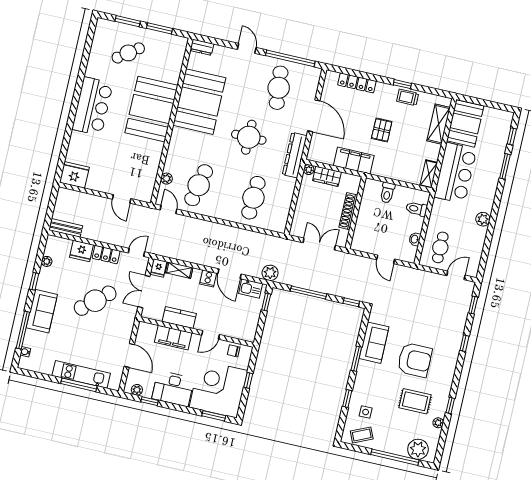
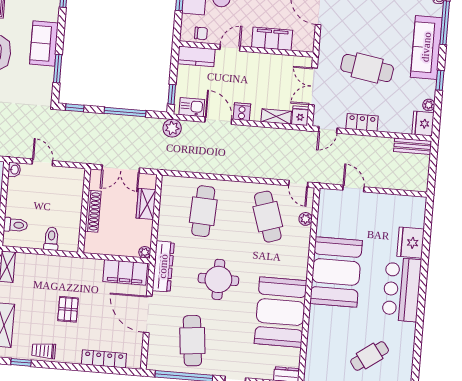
window: (402, 84) -> (21, 362), moved
trolley: (408, 97) -> (44, 351), turned 180
booth: (151, 109) -> (336, 272), moved
filing cabinet: (354, 161) -> (125, 272), moved
fridge: (74, 175) -> (411, 243), moved, turned 90
wardrobe: (327, 176) -> (146, 204), moved, turned -90
cafe table: (199, 185) -> (268, 217), turned -30
washbasin: (415, 239) -> (14, 170), moved
fridge: (81, 251) -> (423, 124), moved, turned -90
double door: (144, 292) -> (313, 86), swing flipped
cafe table: (95, 301) -> (367, 68), turned 50
sofa: (42, 311) -> (426, 47), width x1.36
kitchen counter: (179, 318) -> (196, 56), moved
sofa: (374, 343) -> (44, 44), moved
window: (356, 359) -> (58, 69), moved

